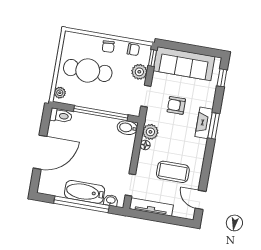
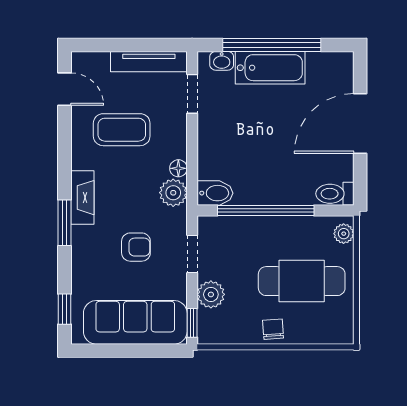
chair: (133, 50) -> (228, 331), removed
fireplace: (204, 123) -> (82, 198), moved

